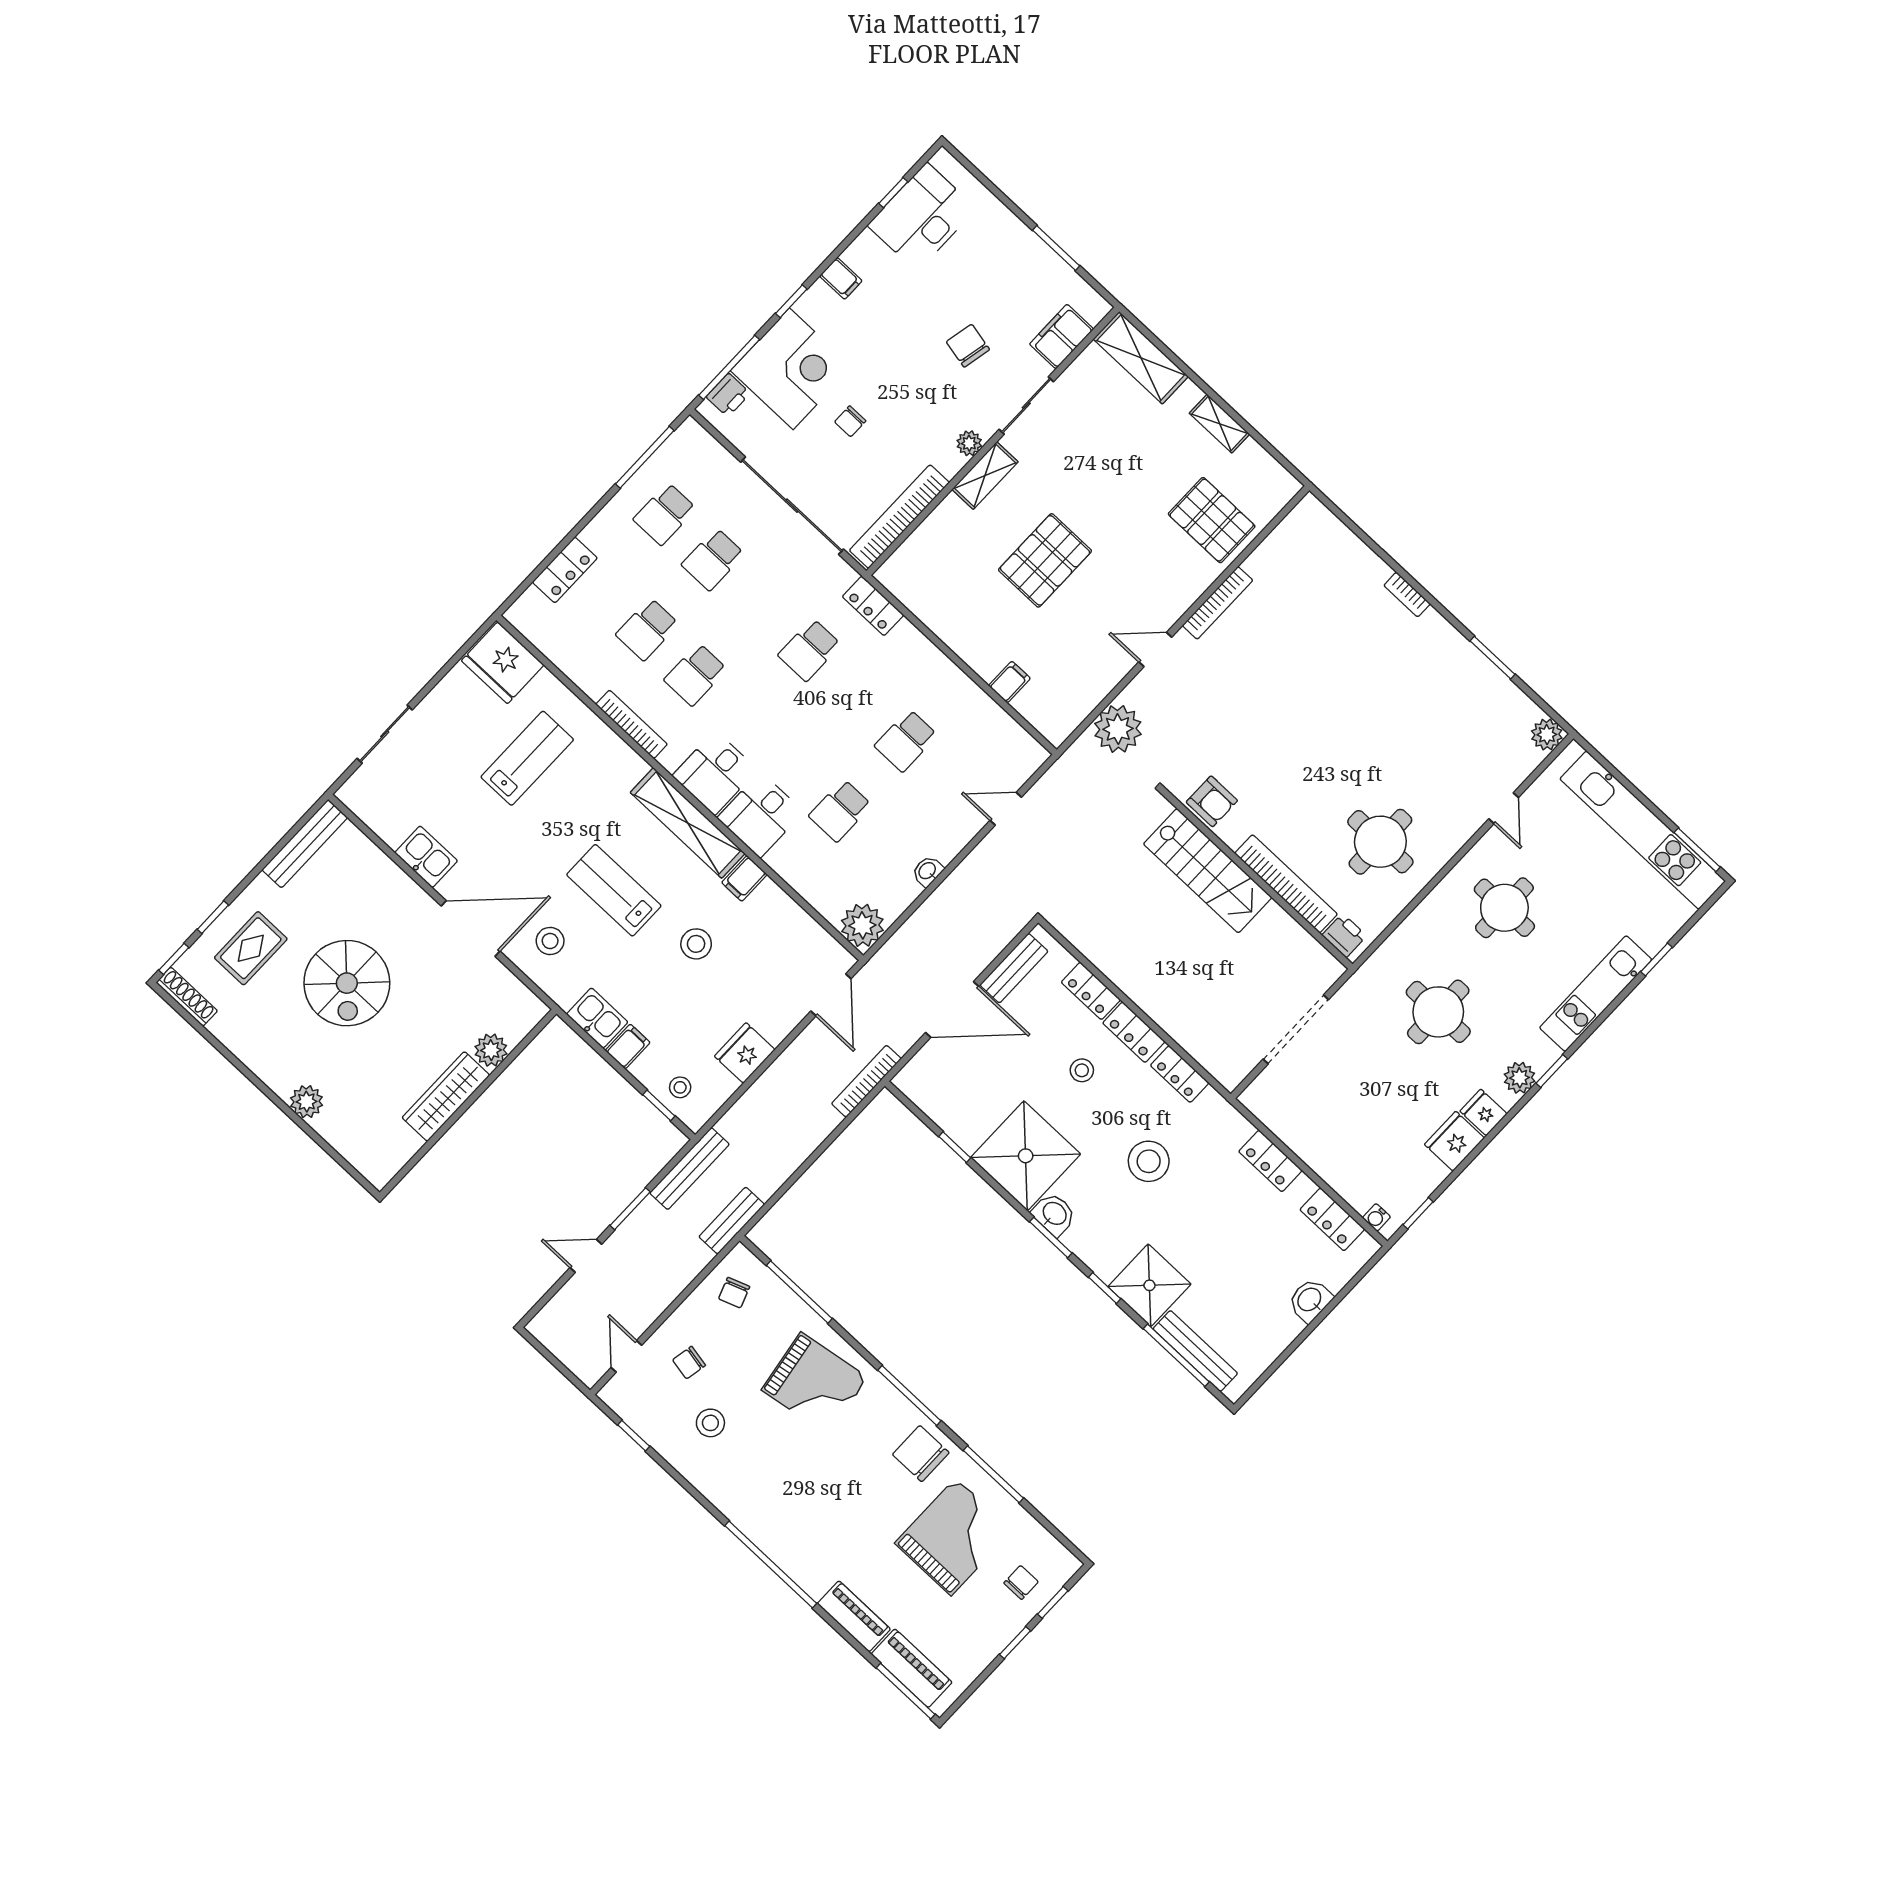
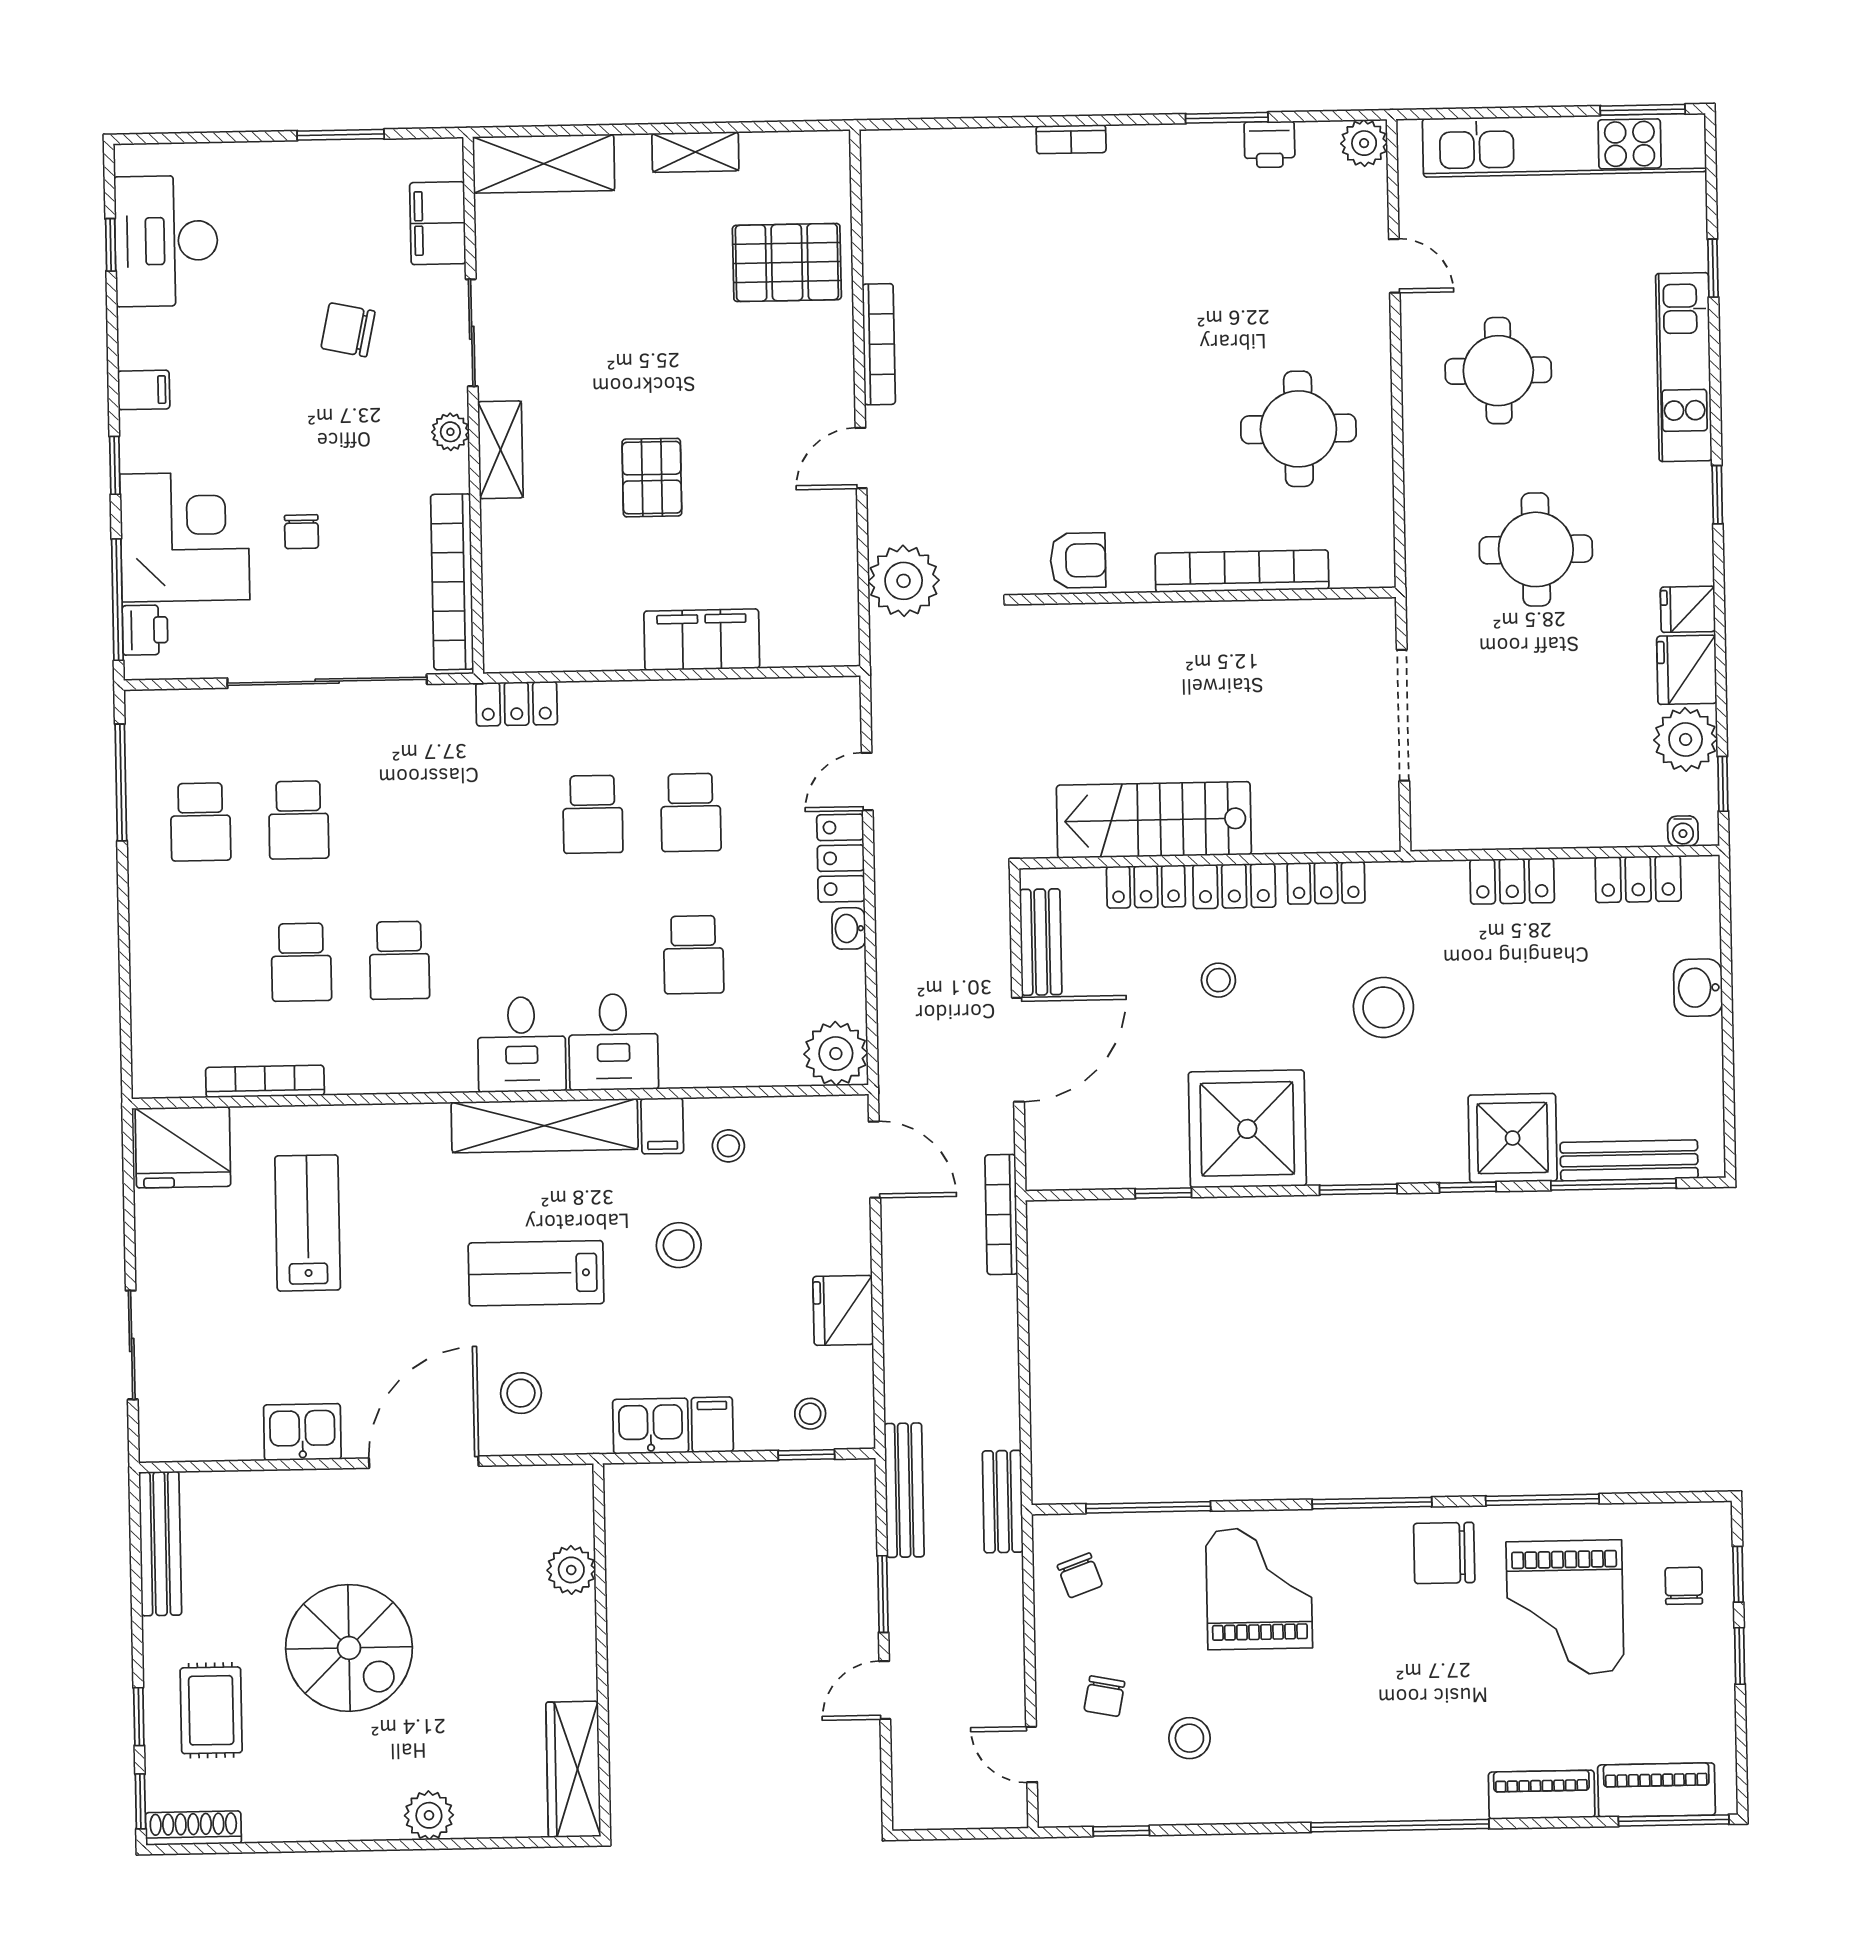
pallet: (1045, 560) -> (652, 478), width x0.67, depth x0.71
locker: (565, 570) -> (841, 858), moved, turned 180
school desk: (809, 650) -> (593, 814), moved
filing cabinet: (1010, 682) -> (702, 640), width x3.00, depth x1.17
bookcase: (632, 724) -> (265, 1081), moved
stairs: (1208, 871) -> (1154, 820), moved, turned 180
stool: (767, 919) -> (728, 1146), added
printer: (1344, 936) -> (1269, 144), moved, turned 180
plant: (1520, 1078) -> (1686, 739), moved, width x1.36, depth x1.36
wardrobe: (446, 1096) -> (573, 1769), moved
washbasin: (1054, 1214) -> (1338, 1161), removed
grand piano: (815, 1384) -> (1259, 1589), turned -81
grand piano: (953, 1537) -> (1565, 1608), turned 180

